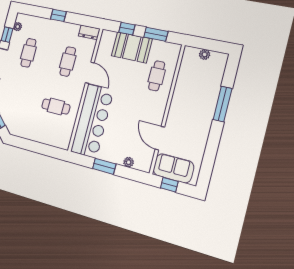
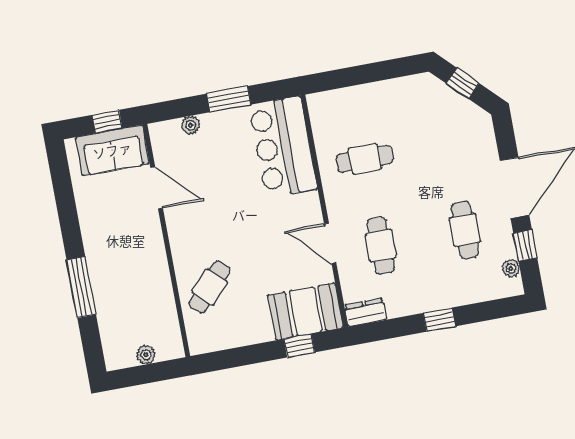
window: (156, 34) -> (243, 356), removed
booth: (132, 47) -> (305, 311), moved
cafe table: (157, 76) -> (210, 287), turned 43
bar counter: (92, 121) -> (283, 147), width x0.73

